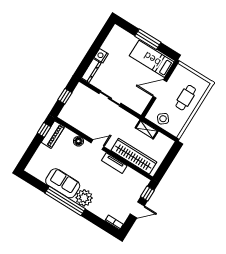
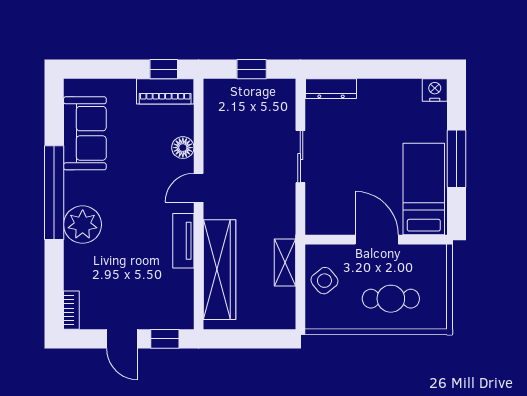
nightstand: (101, 56) -> (435, 90), moved
door: (98, 145) -> (199, 188), swing flipped
sofa: (63, 183) -> (85, 133), moved

